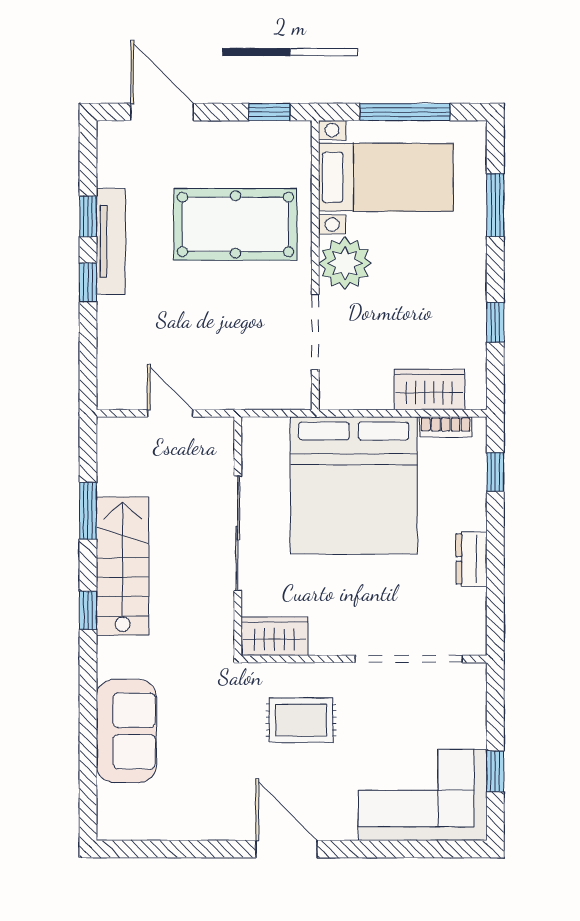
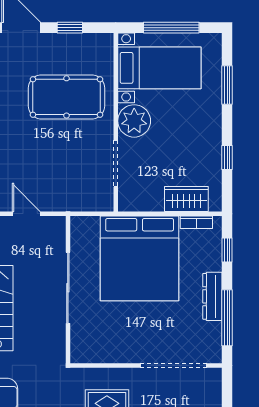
window: (269, 112) -> (70, 28), moved
dresser: (471, 559) -> (212, 296), width x1.44
window: (495, 582) -> (227, 318), added
wardrobe: (274, 636) -> (91, 351), removed

